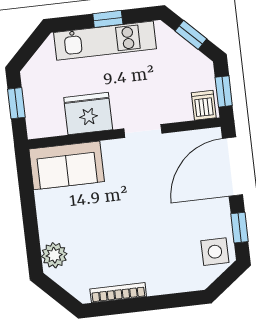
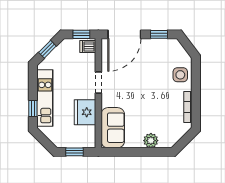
window: (108, 19) -> (33, 109), moved
door: (232, 167) -> (124, 34), hinge flipped
side table: (215, 252) -> (180, 75), moved
plant: (54, 255) -> (151, 141), moved

